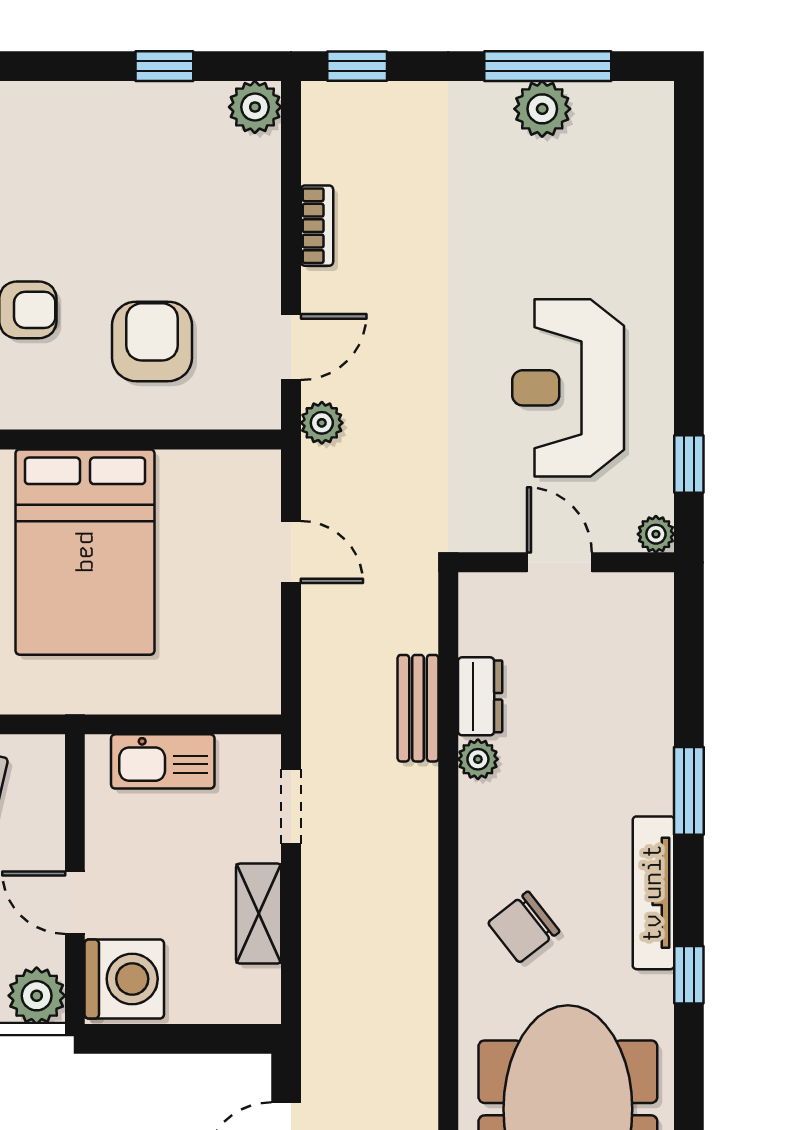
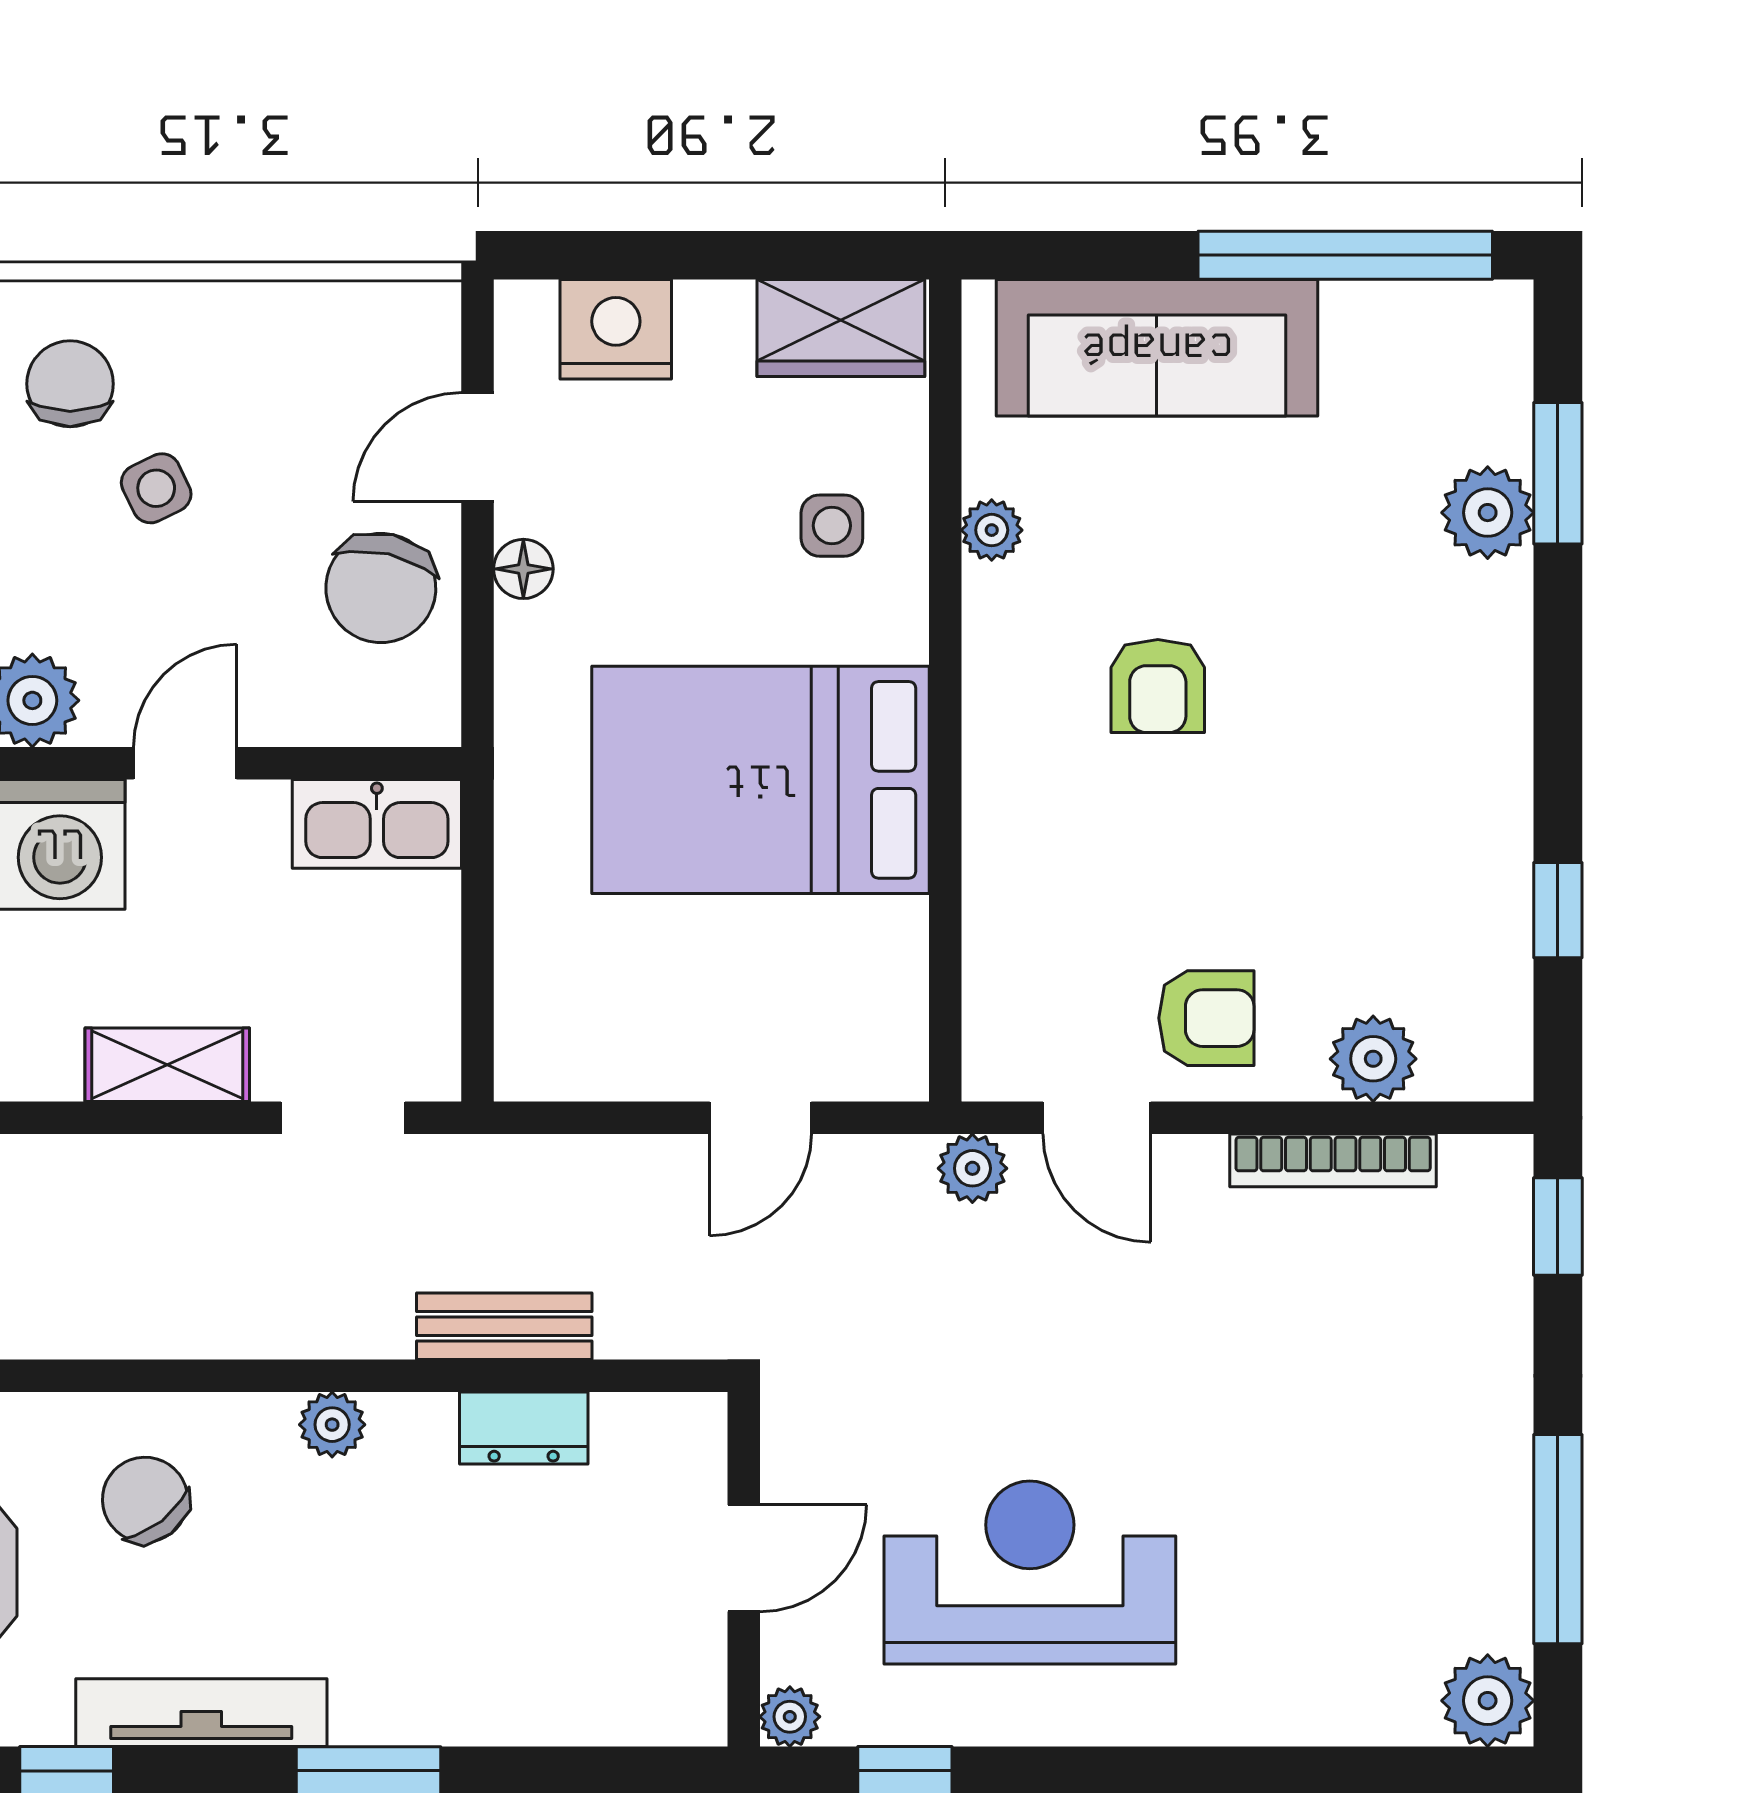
plant: (255, 107) -> (1373, 1059), moved
plant: (542, 109) -> (1488, 1701), moved
bookcase: (317, 226) -> (1333, 1160), width x1.56
armchair: (152, 341) -> (1206, 1018), moved, width x0.72, depth x0.72
plant: (478, 759) -> (332, 1425), moved
kitchen sink: (163, 761) -> (377, 824), moved, turned -90

